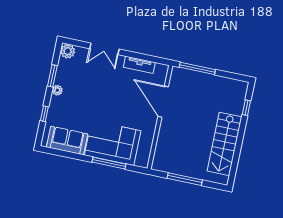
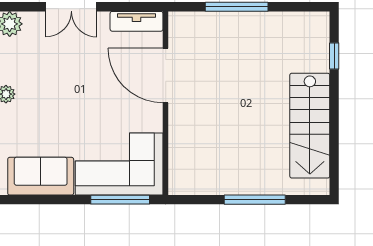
door: (163, 102) -> (166, 75), moved
wall: (160, 117) -> (166, 103), moved

